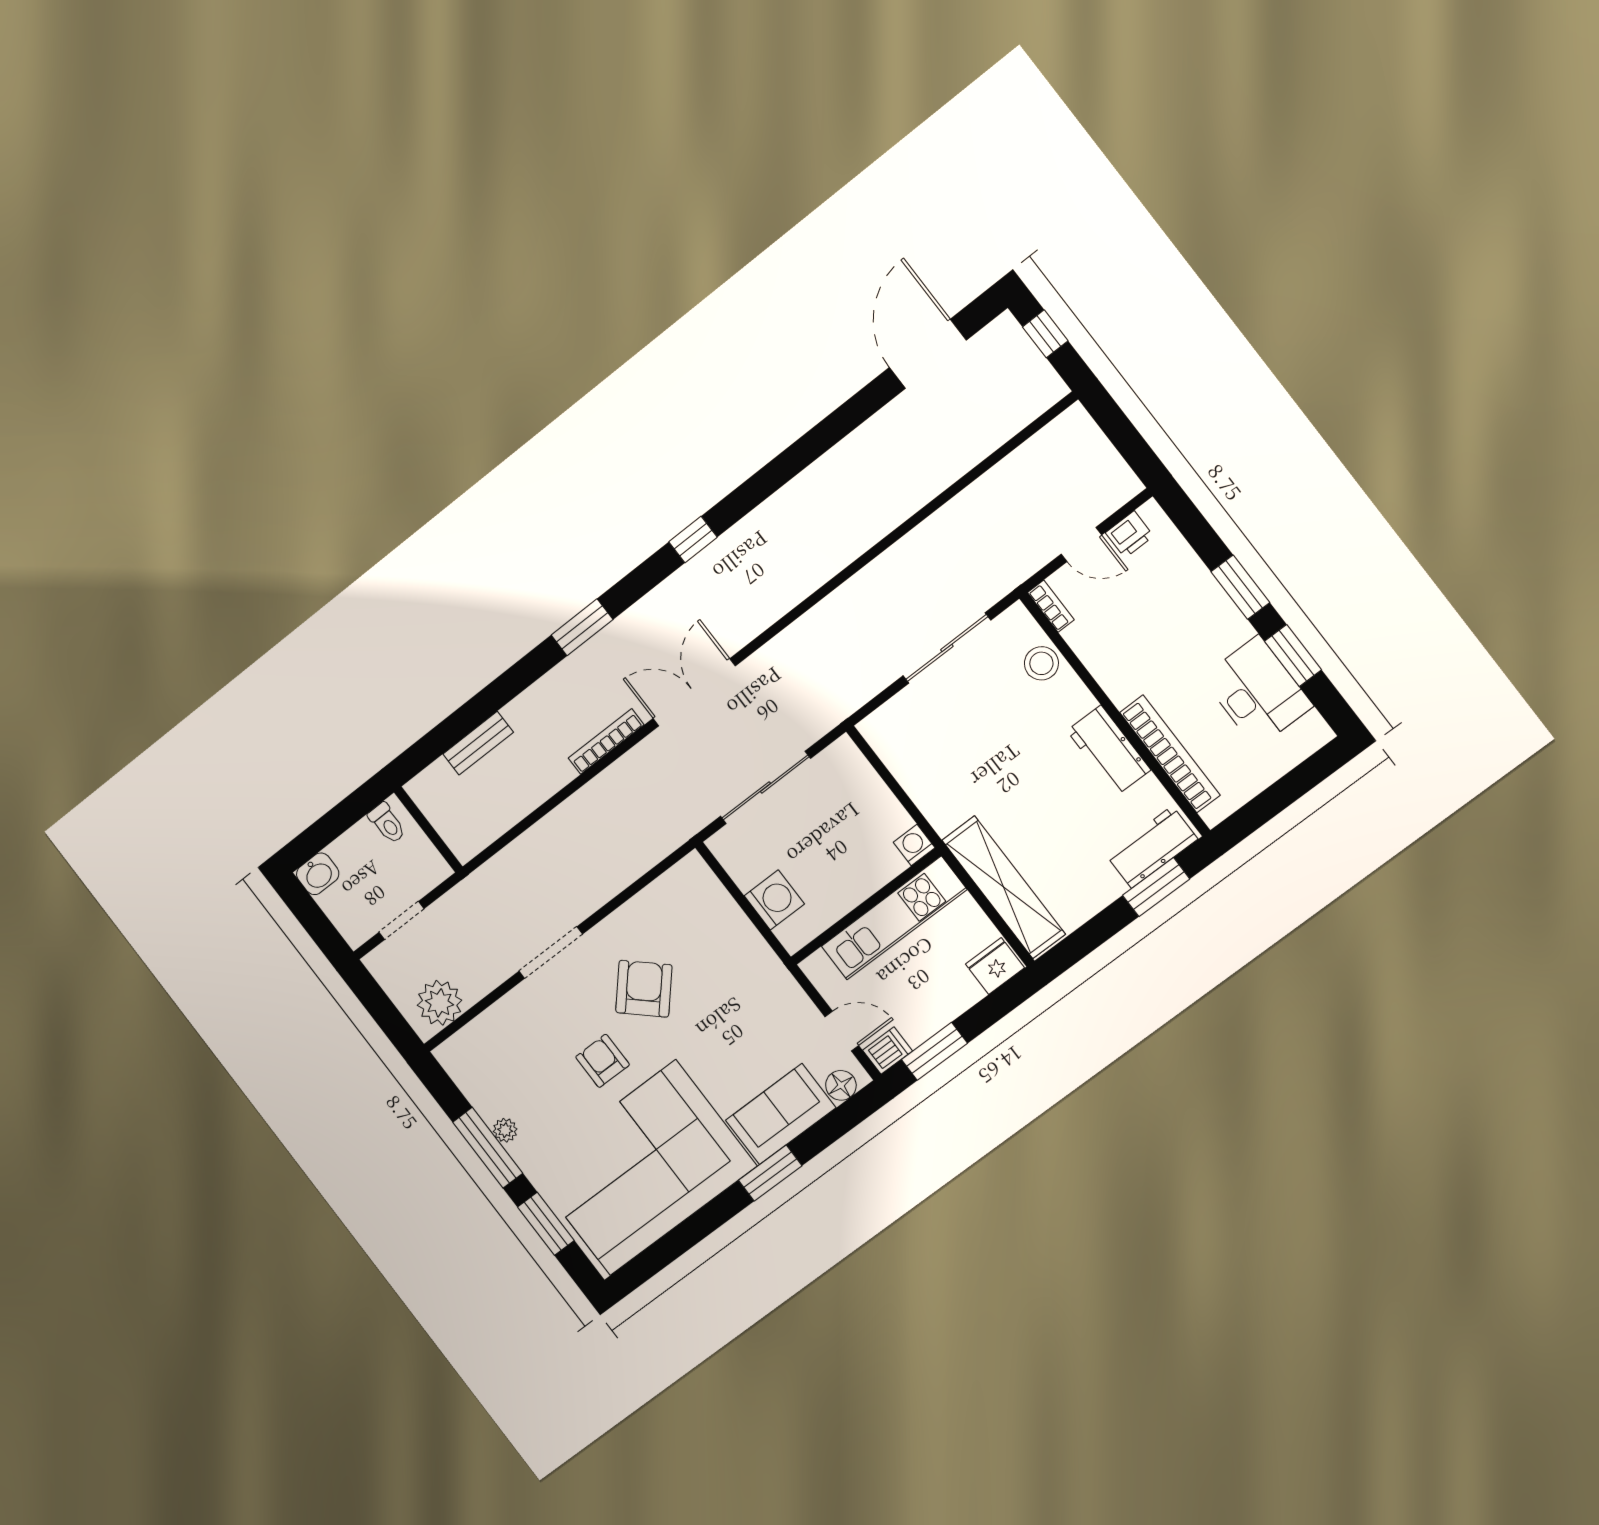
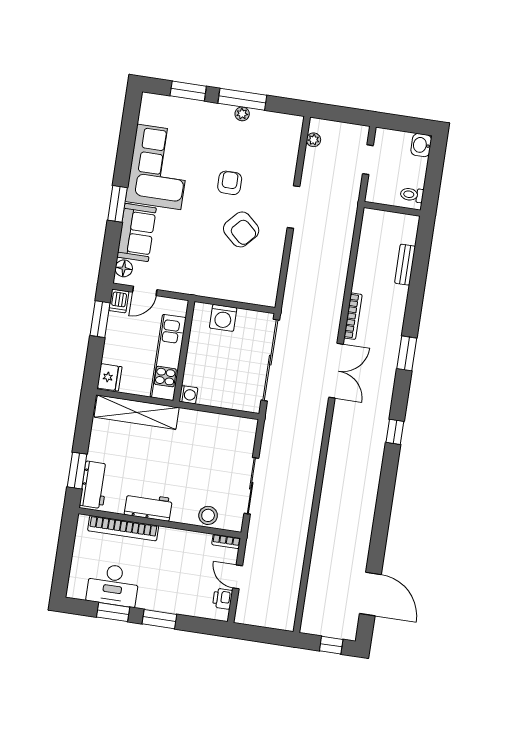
door: (1081, 545) -> (238, 577), hinge flipped
sliding door: (765, 787) -> (270, 360), width x1.36
plant: (440, 1003) -> (314, 140), width x0.53, depth x0.53
armchair: (603, 1061) -> (230, 183), turned -90
corner sofa: (643, 1168) -> (159, 167), width x0.73, depth x0.74

